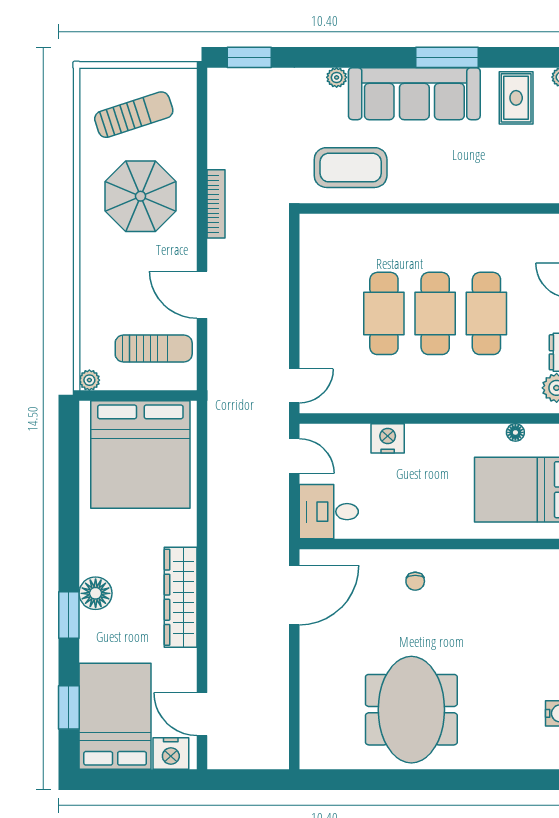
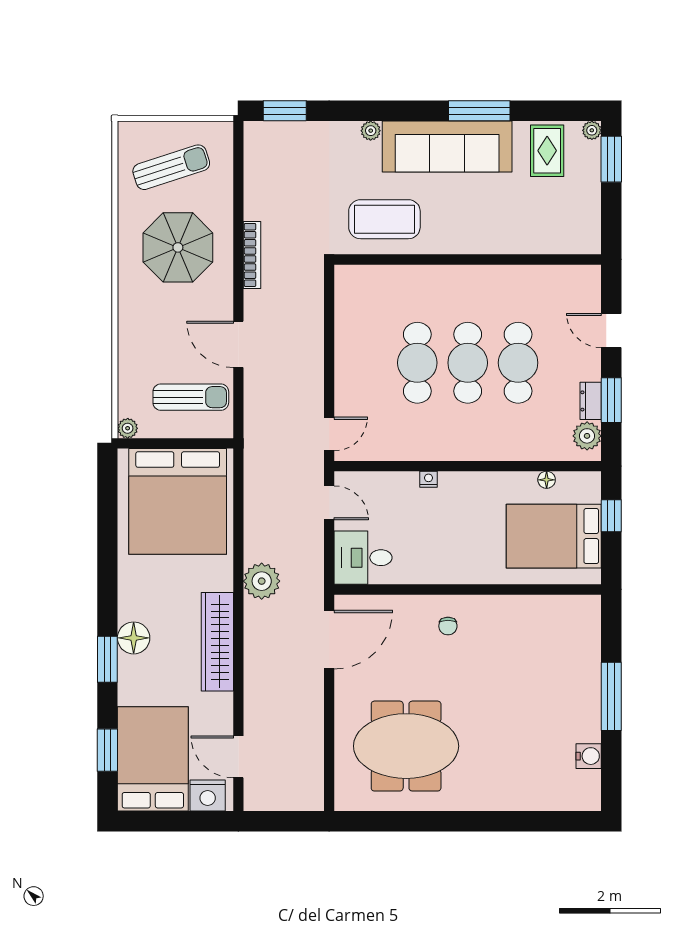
nightstand: (388, 438) -> (428, 479), width x0.53, depth x0.56
plant: (226, 536) -> (262, 581), added
meeting table: (411, 710) -> (406, 746), moved, turned 90

